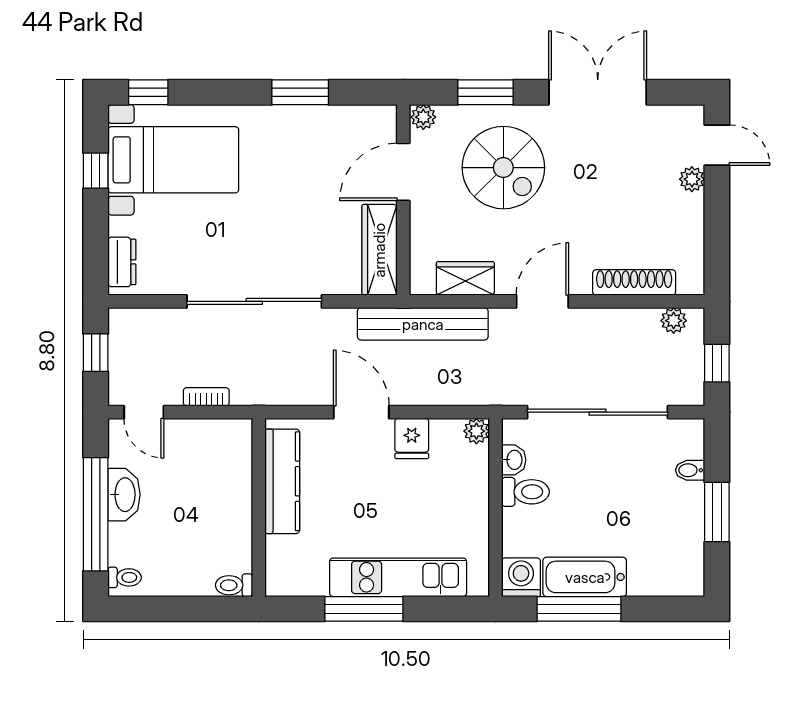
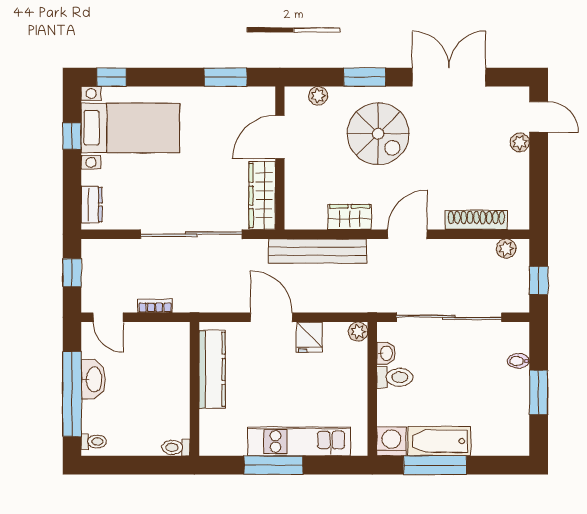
door: (403, 172) -> (280, 137), moved
wall: (403, 200) -> (280, 158), moved
wardrobe: (379, 250) -> (262, 195), moved

